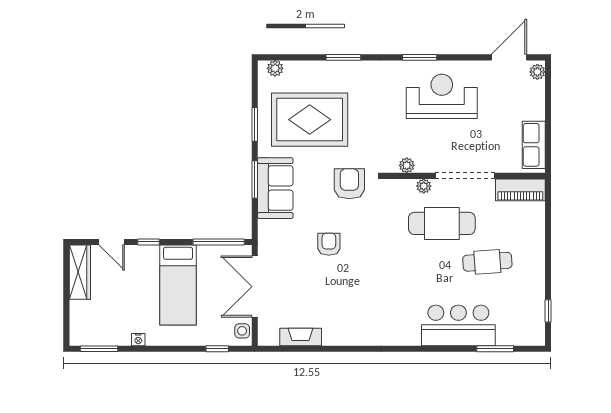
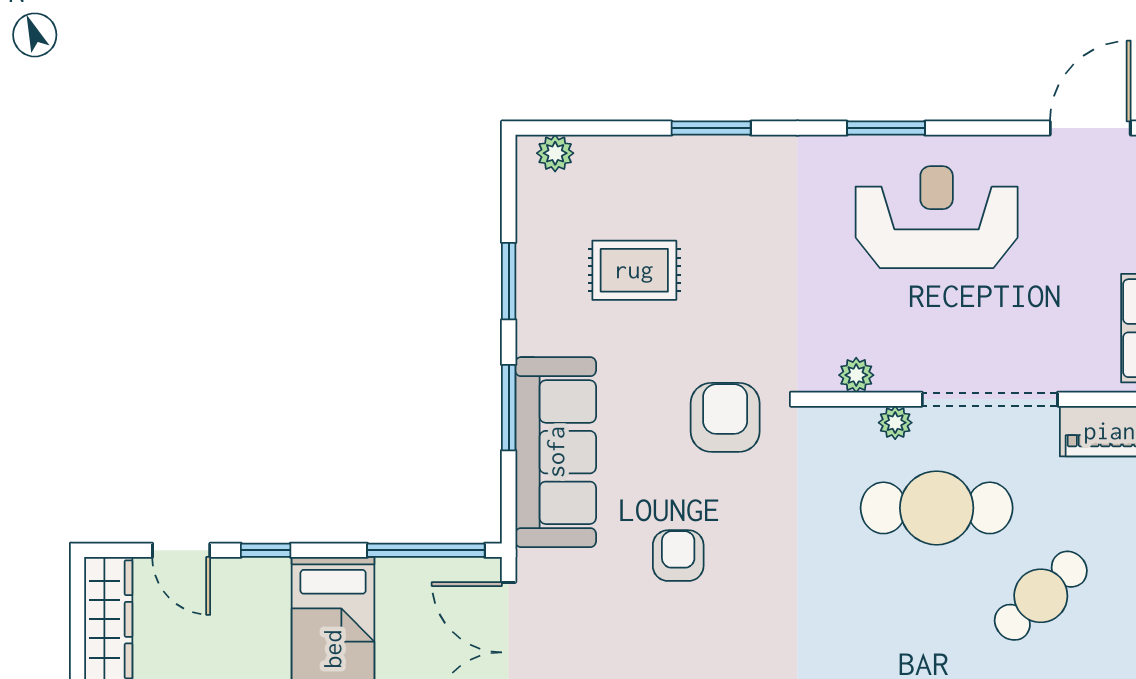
rug: (310, 120) -> (634, 270), width x0.54, depth x0.49
sofa: (275, 188) -> (556, 452), width x1.36
cafe table: (487, 262) -> (1041, 596), turned -39

